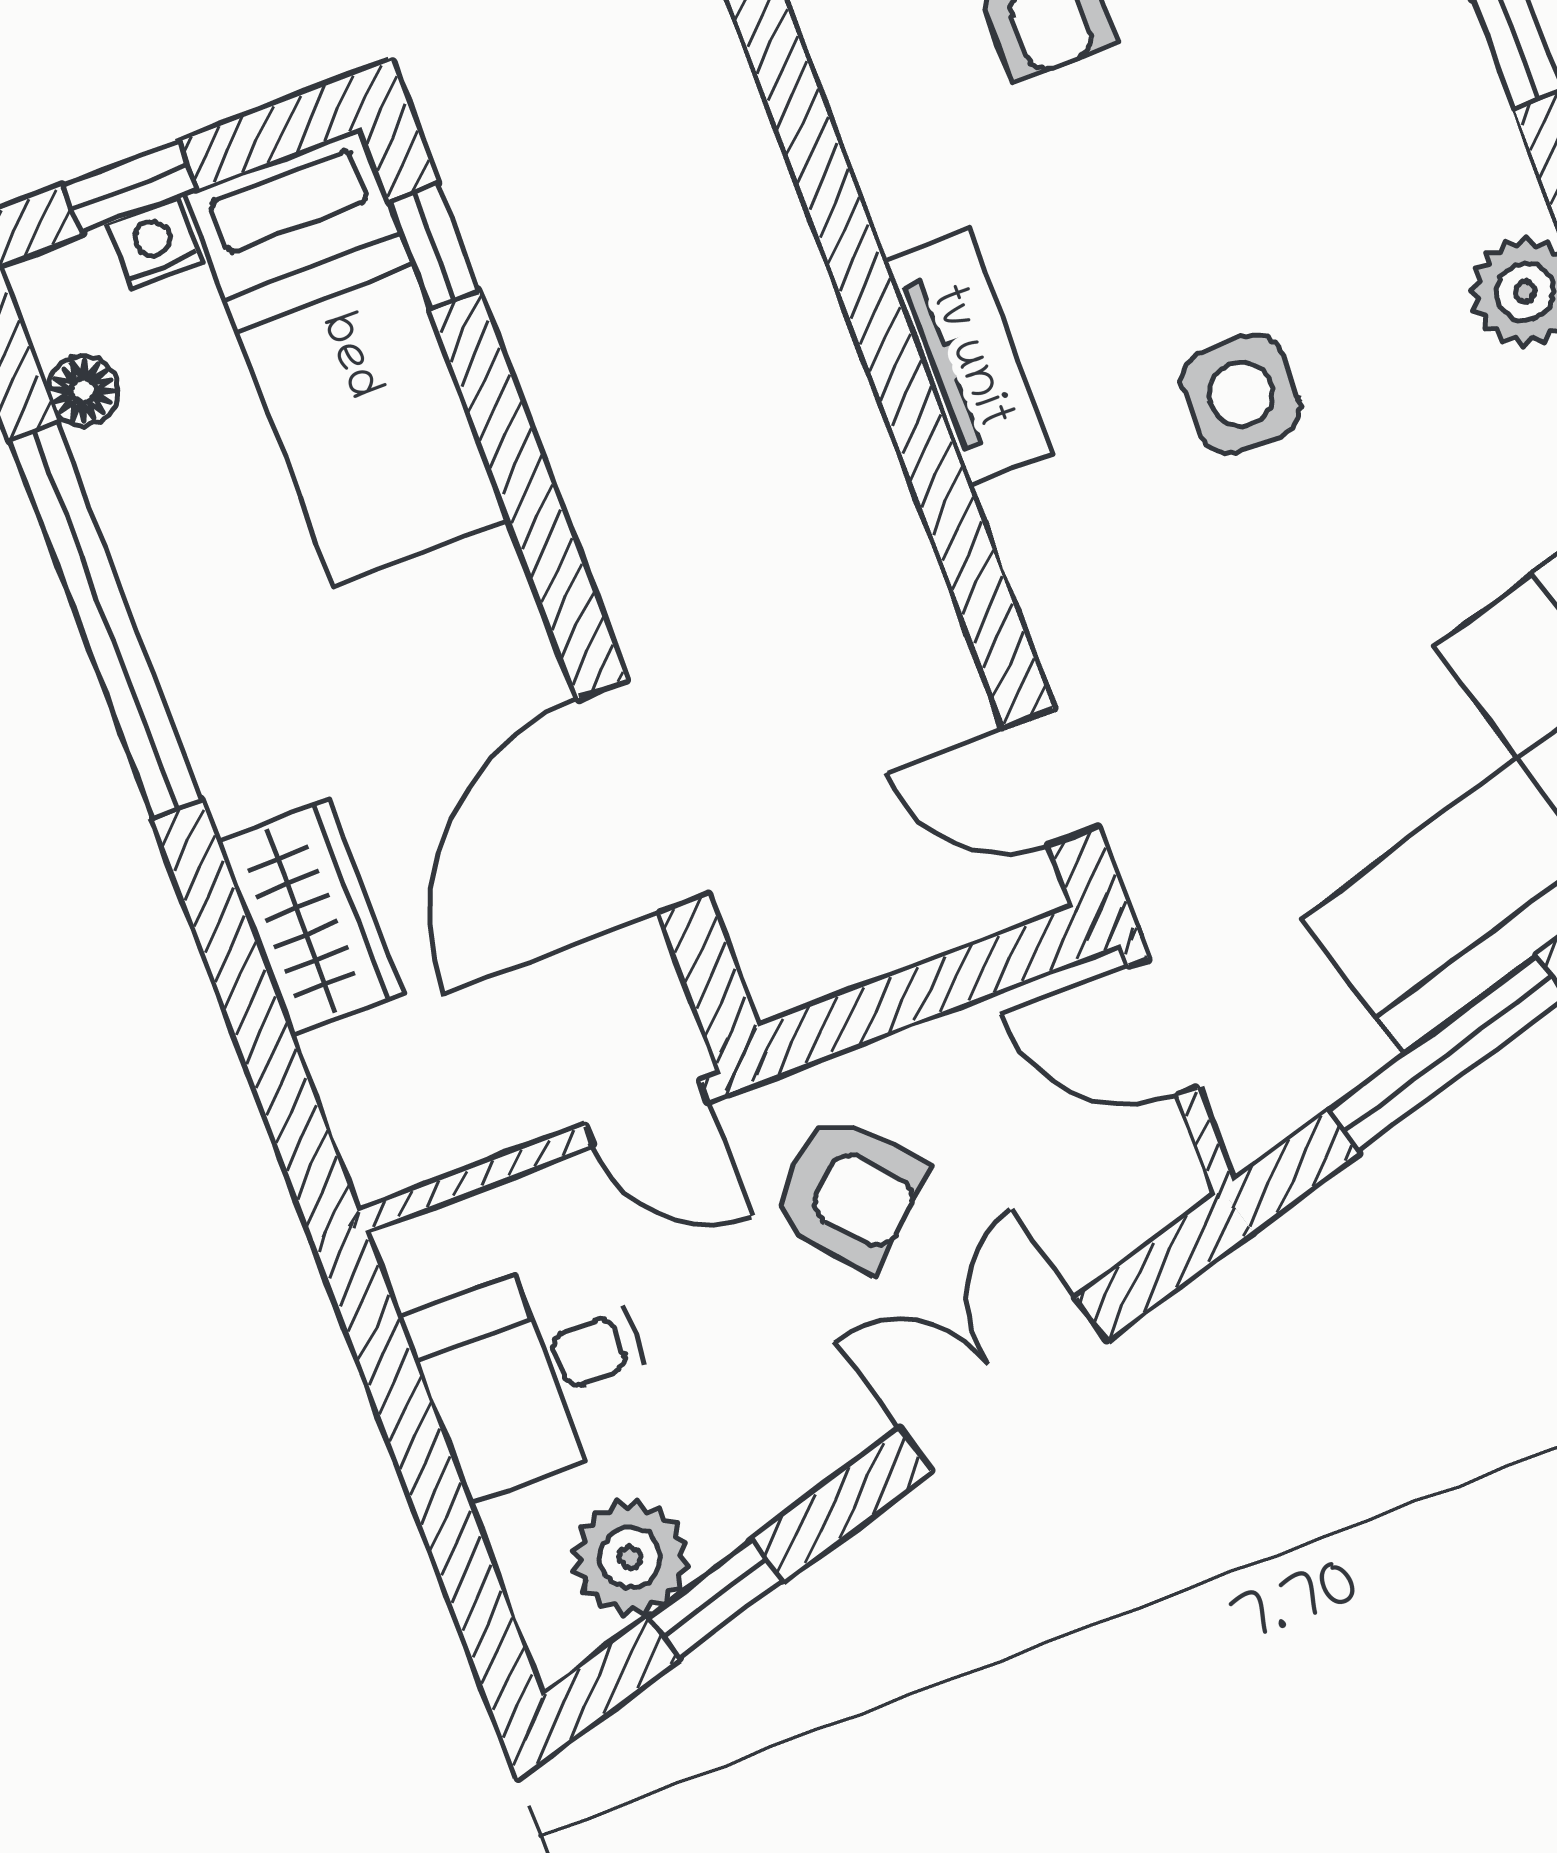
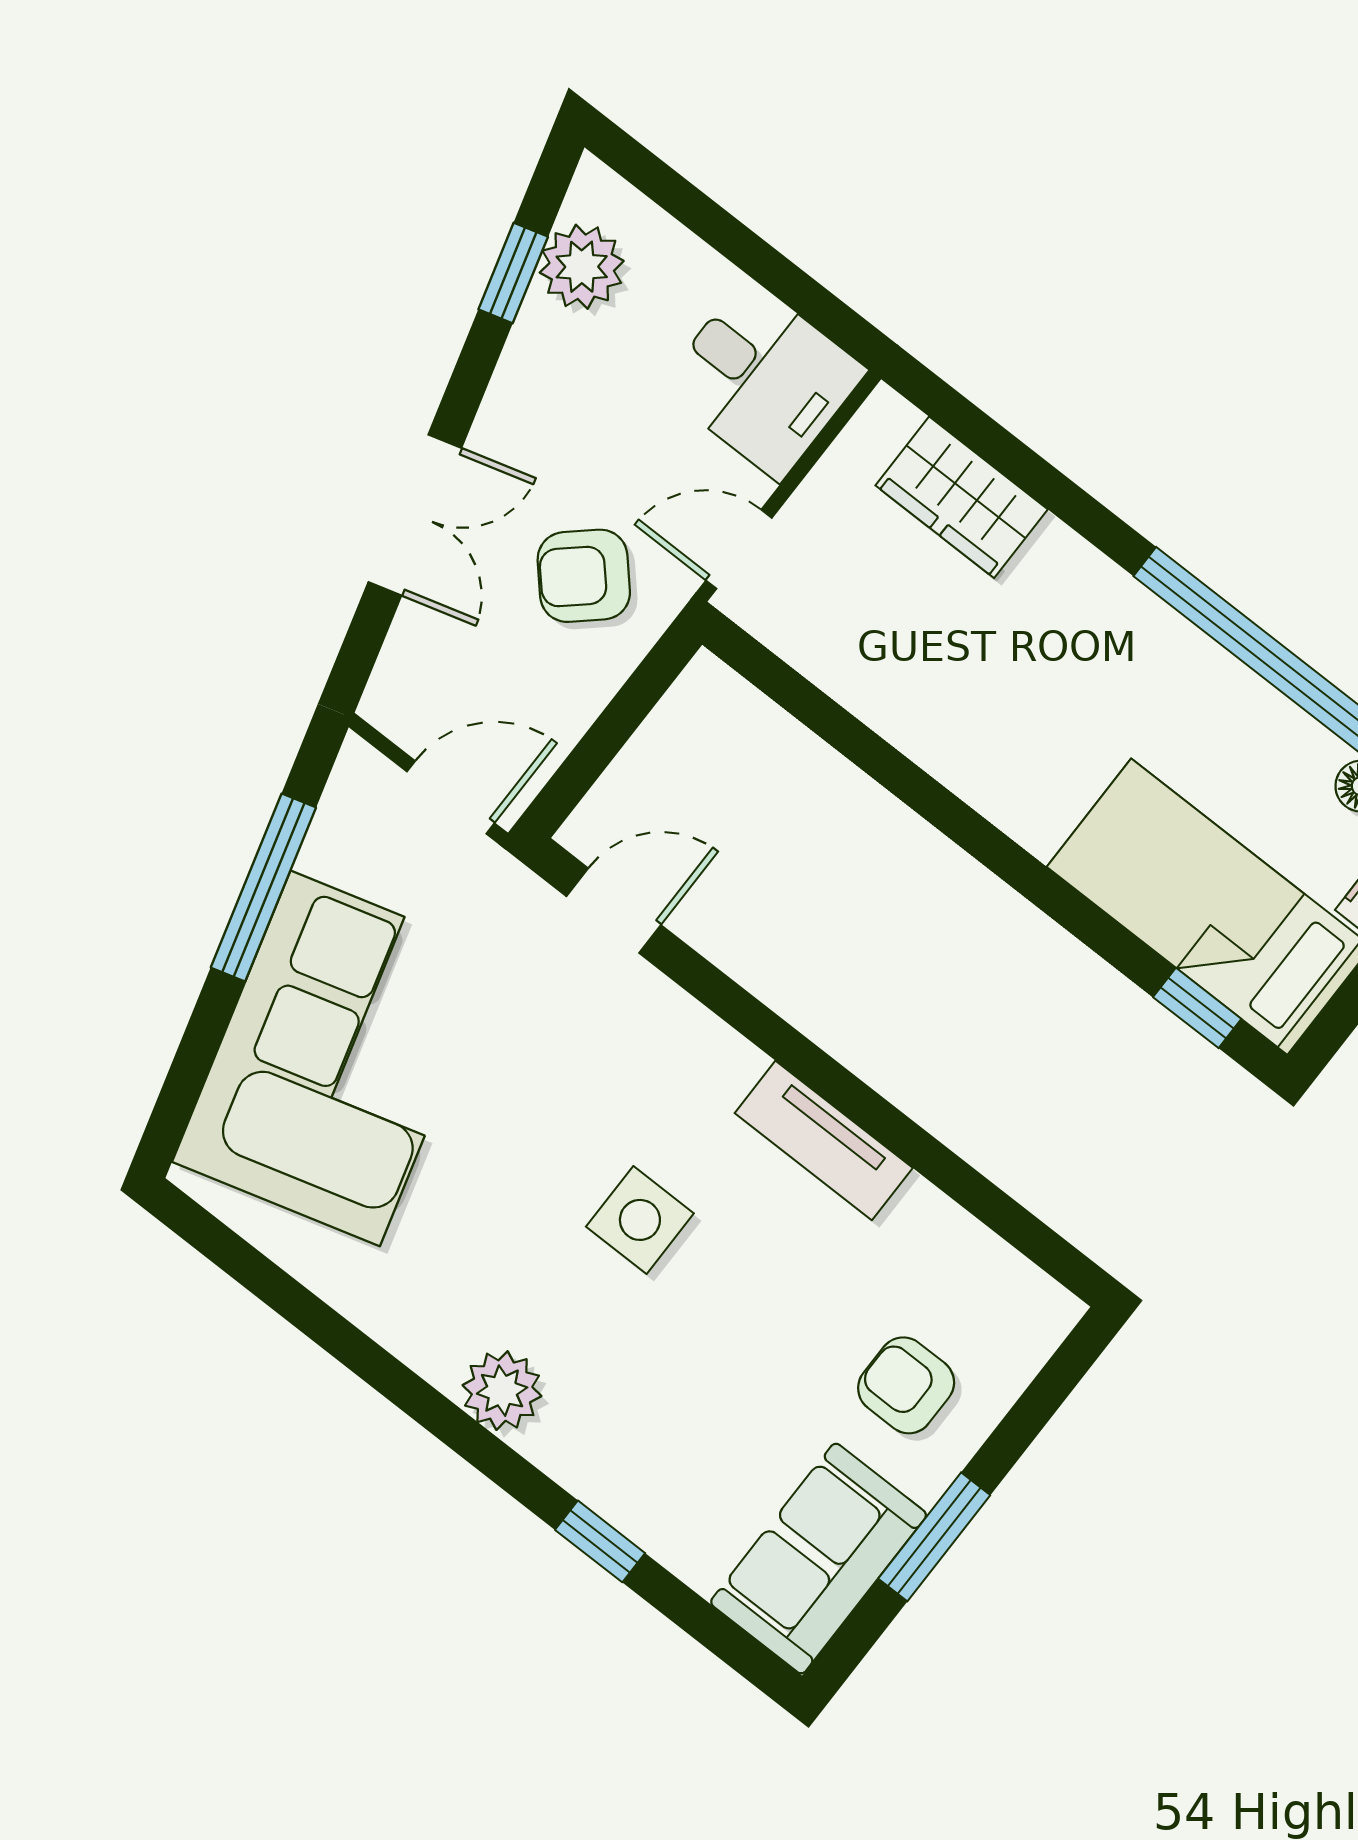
door: (643, 796) -> (860, 745), removed
wardrobe: (310, 918) -> (962, 497), moved
desk: (534, 1373) -> (763, 379), moved, turned 90

